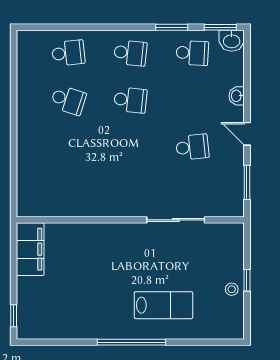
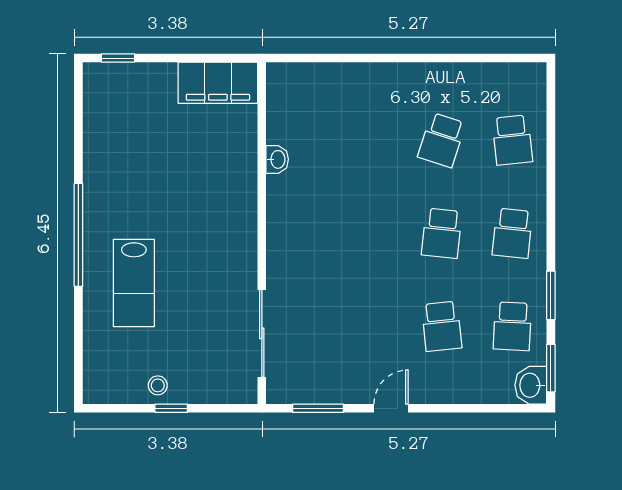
washbasin: (237, 96) -> (277, 159), moved, turned 90
school desk: (192, 147) -> (442, 326), moved
sliding door: (176, 220) -> (262, 333), moved

